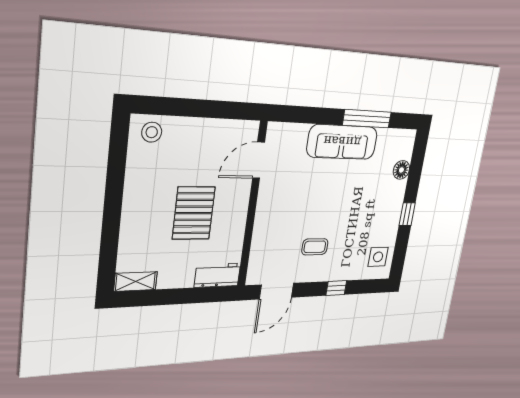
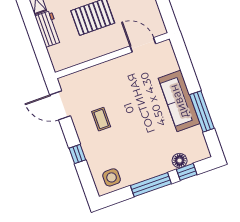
window: (416, 167) -> (187, 172), added
window: (407, 214) -> (151, 185), width x2.17
workbench: (217, 275) -> (48, 29), moved

